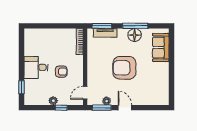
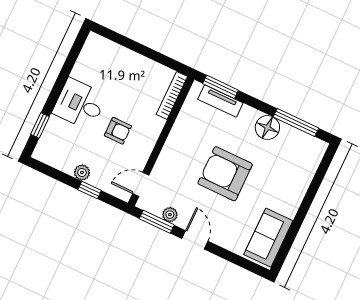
window: (135, 26) -> (296, 122), moved
sofa: (161, 47) -> (268, 238), moved

